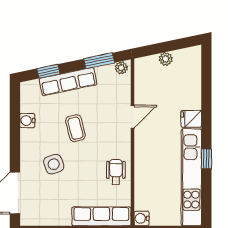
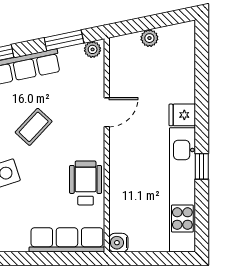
coffee table: (75, 128) -> (34, 127), turned 57
wheelchair: (116, 172) -> (86, 183), width x1.36, depth x1.37

